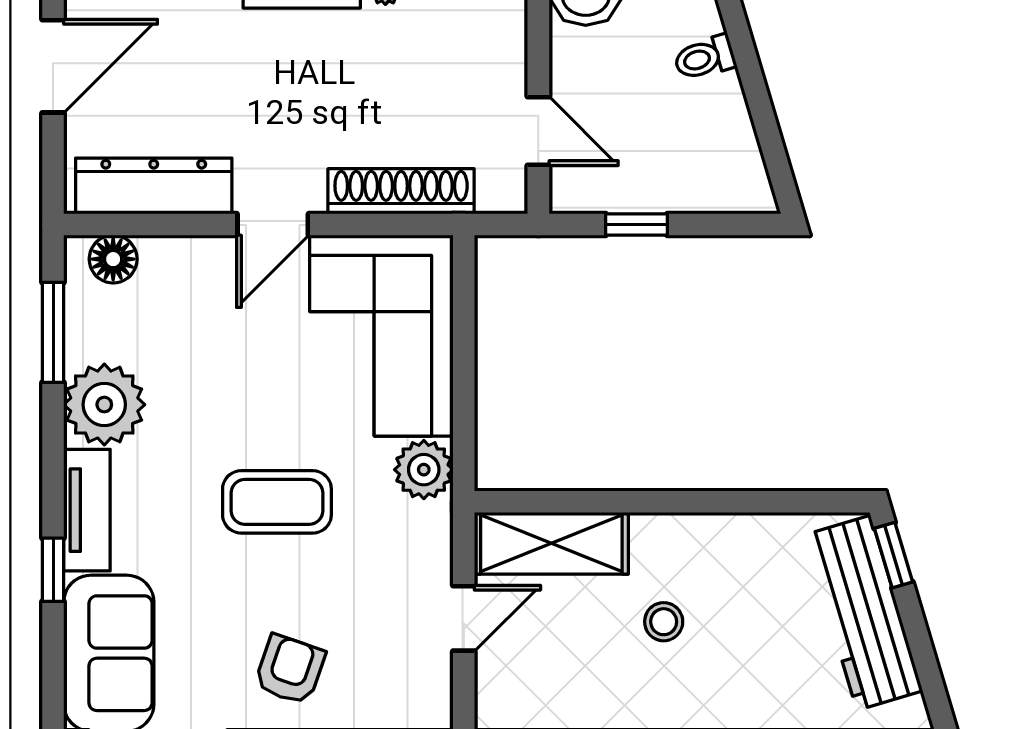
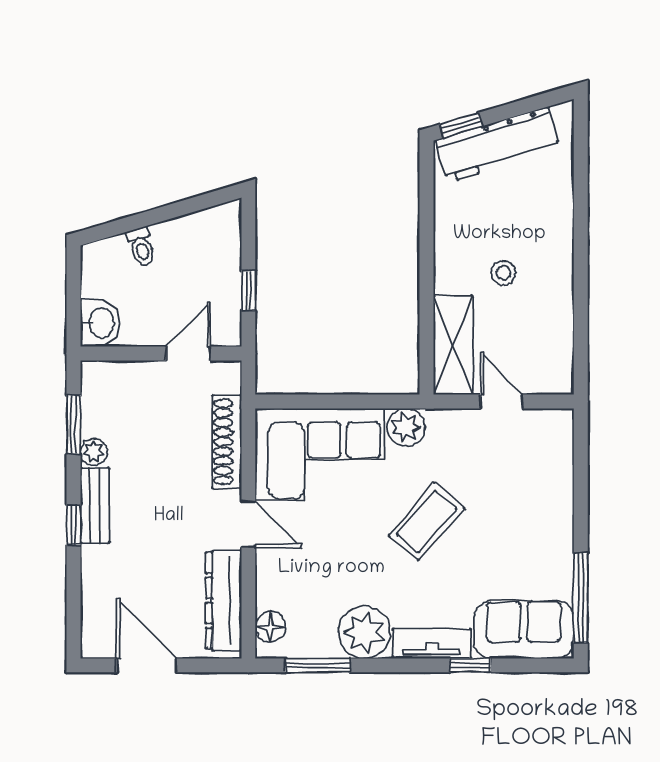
coffee table: (277, 502) -> (427, 521), turned 41
armchair: (290, 670) -> (534, 513), removed

